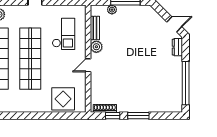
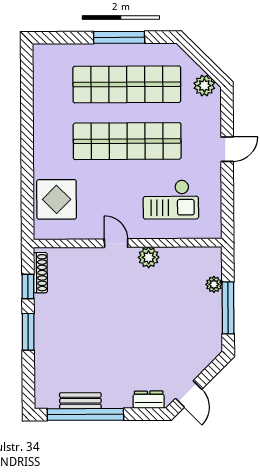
bench: (95, 28) -> (80, 401), moved

